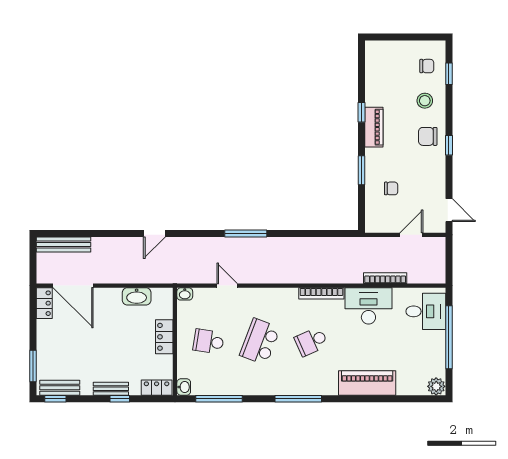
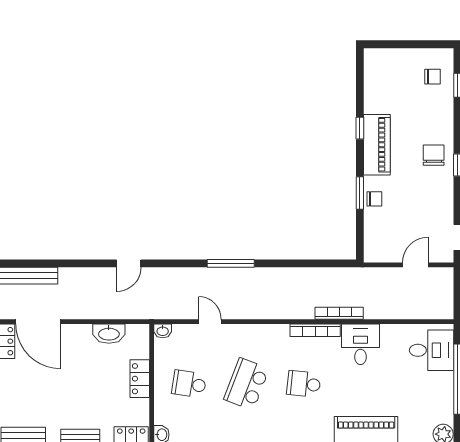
stool: (425, 101) -> (430, 115), removed
piano: (374, 127) -> (377, 145), width x1.37, depth x1.33
chair: (428, 136) -> (434, 155), turned 90
chair: (391, 188) -> (374, 199), moved
bookcase: (385, 278) -> (339, 313), moved
desk: (368, 306) -> (360, 344), width x0.73
school desk: (311, 342) -> (304, 384), turned 30

